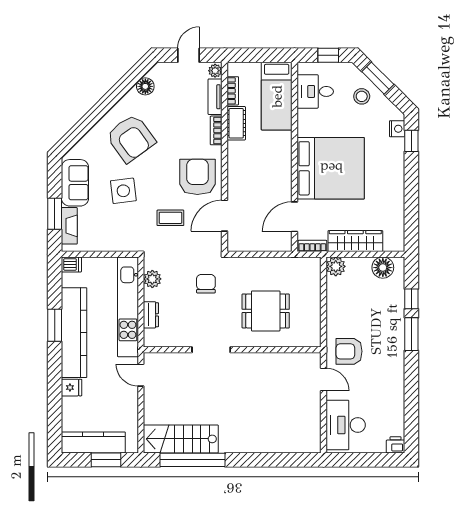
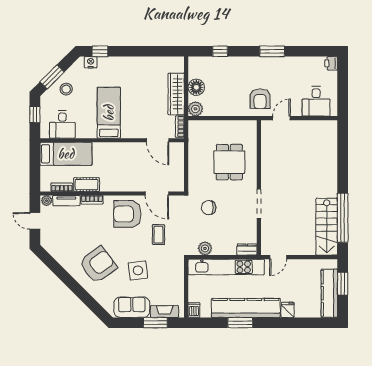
floor lamp: (145, 86) -> (58, 254), removed
bed: (331, 168) -> (109, 113), width x0.49
floor lamp: (383, 268) -> (196, 87), moved
dresser: (151, 315) -> (247, 250), moved
window: (411, 334) -> (272, 51), moved
desk: (346, 425) -> (316, 101), width x0.73

